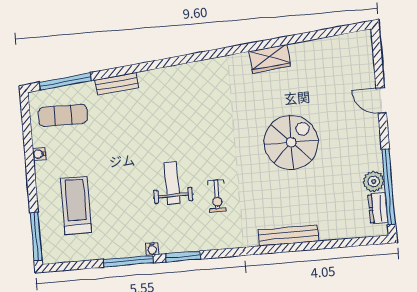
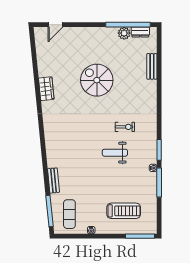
door: (381, 101) -> (56, 25), moved
treadmill: (76, 206) -> (124, 211), turned 180
bench: (289, 235) -> (152, 66), moved, width x0.73

